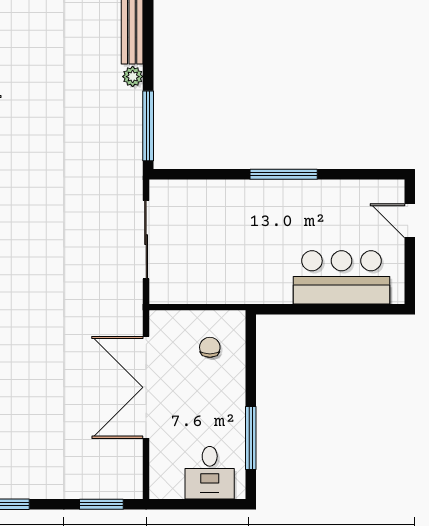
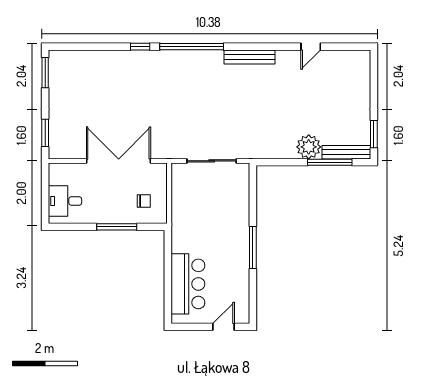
plant: (133, 77) -> (309, 147), width x1.88, depth x1.88
window: (148, 126) -> (330, 162), moved
window: (251, 438) -> (117, 227), moved

